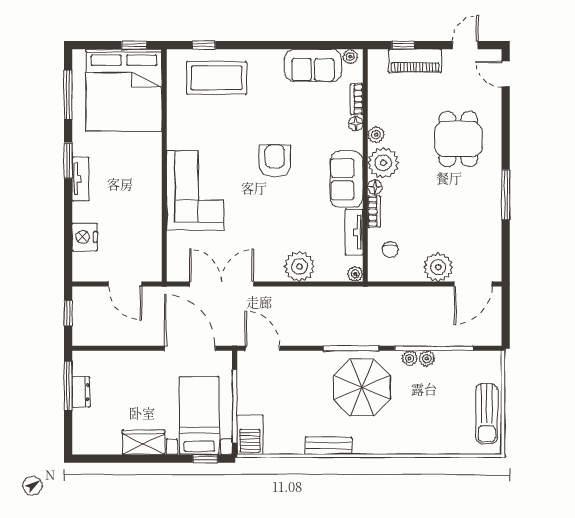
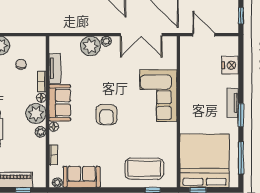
floor lamp: (356, 124) -> (54, 127), moved
chair: (390, 250) -> (21, 64), moved
plant: (355, 274) -> (106, 41), moved

